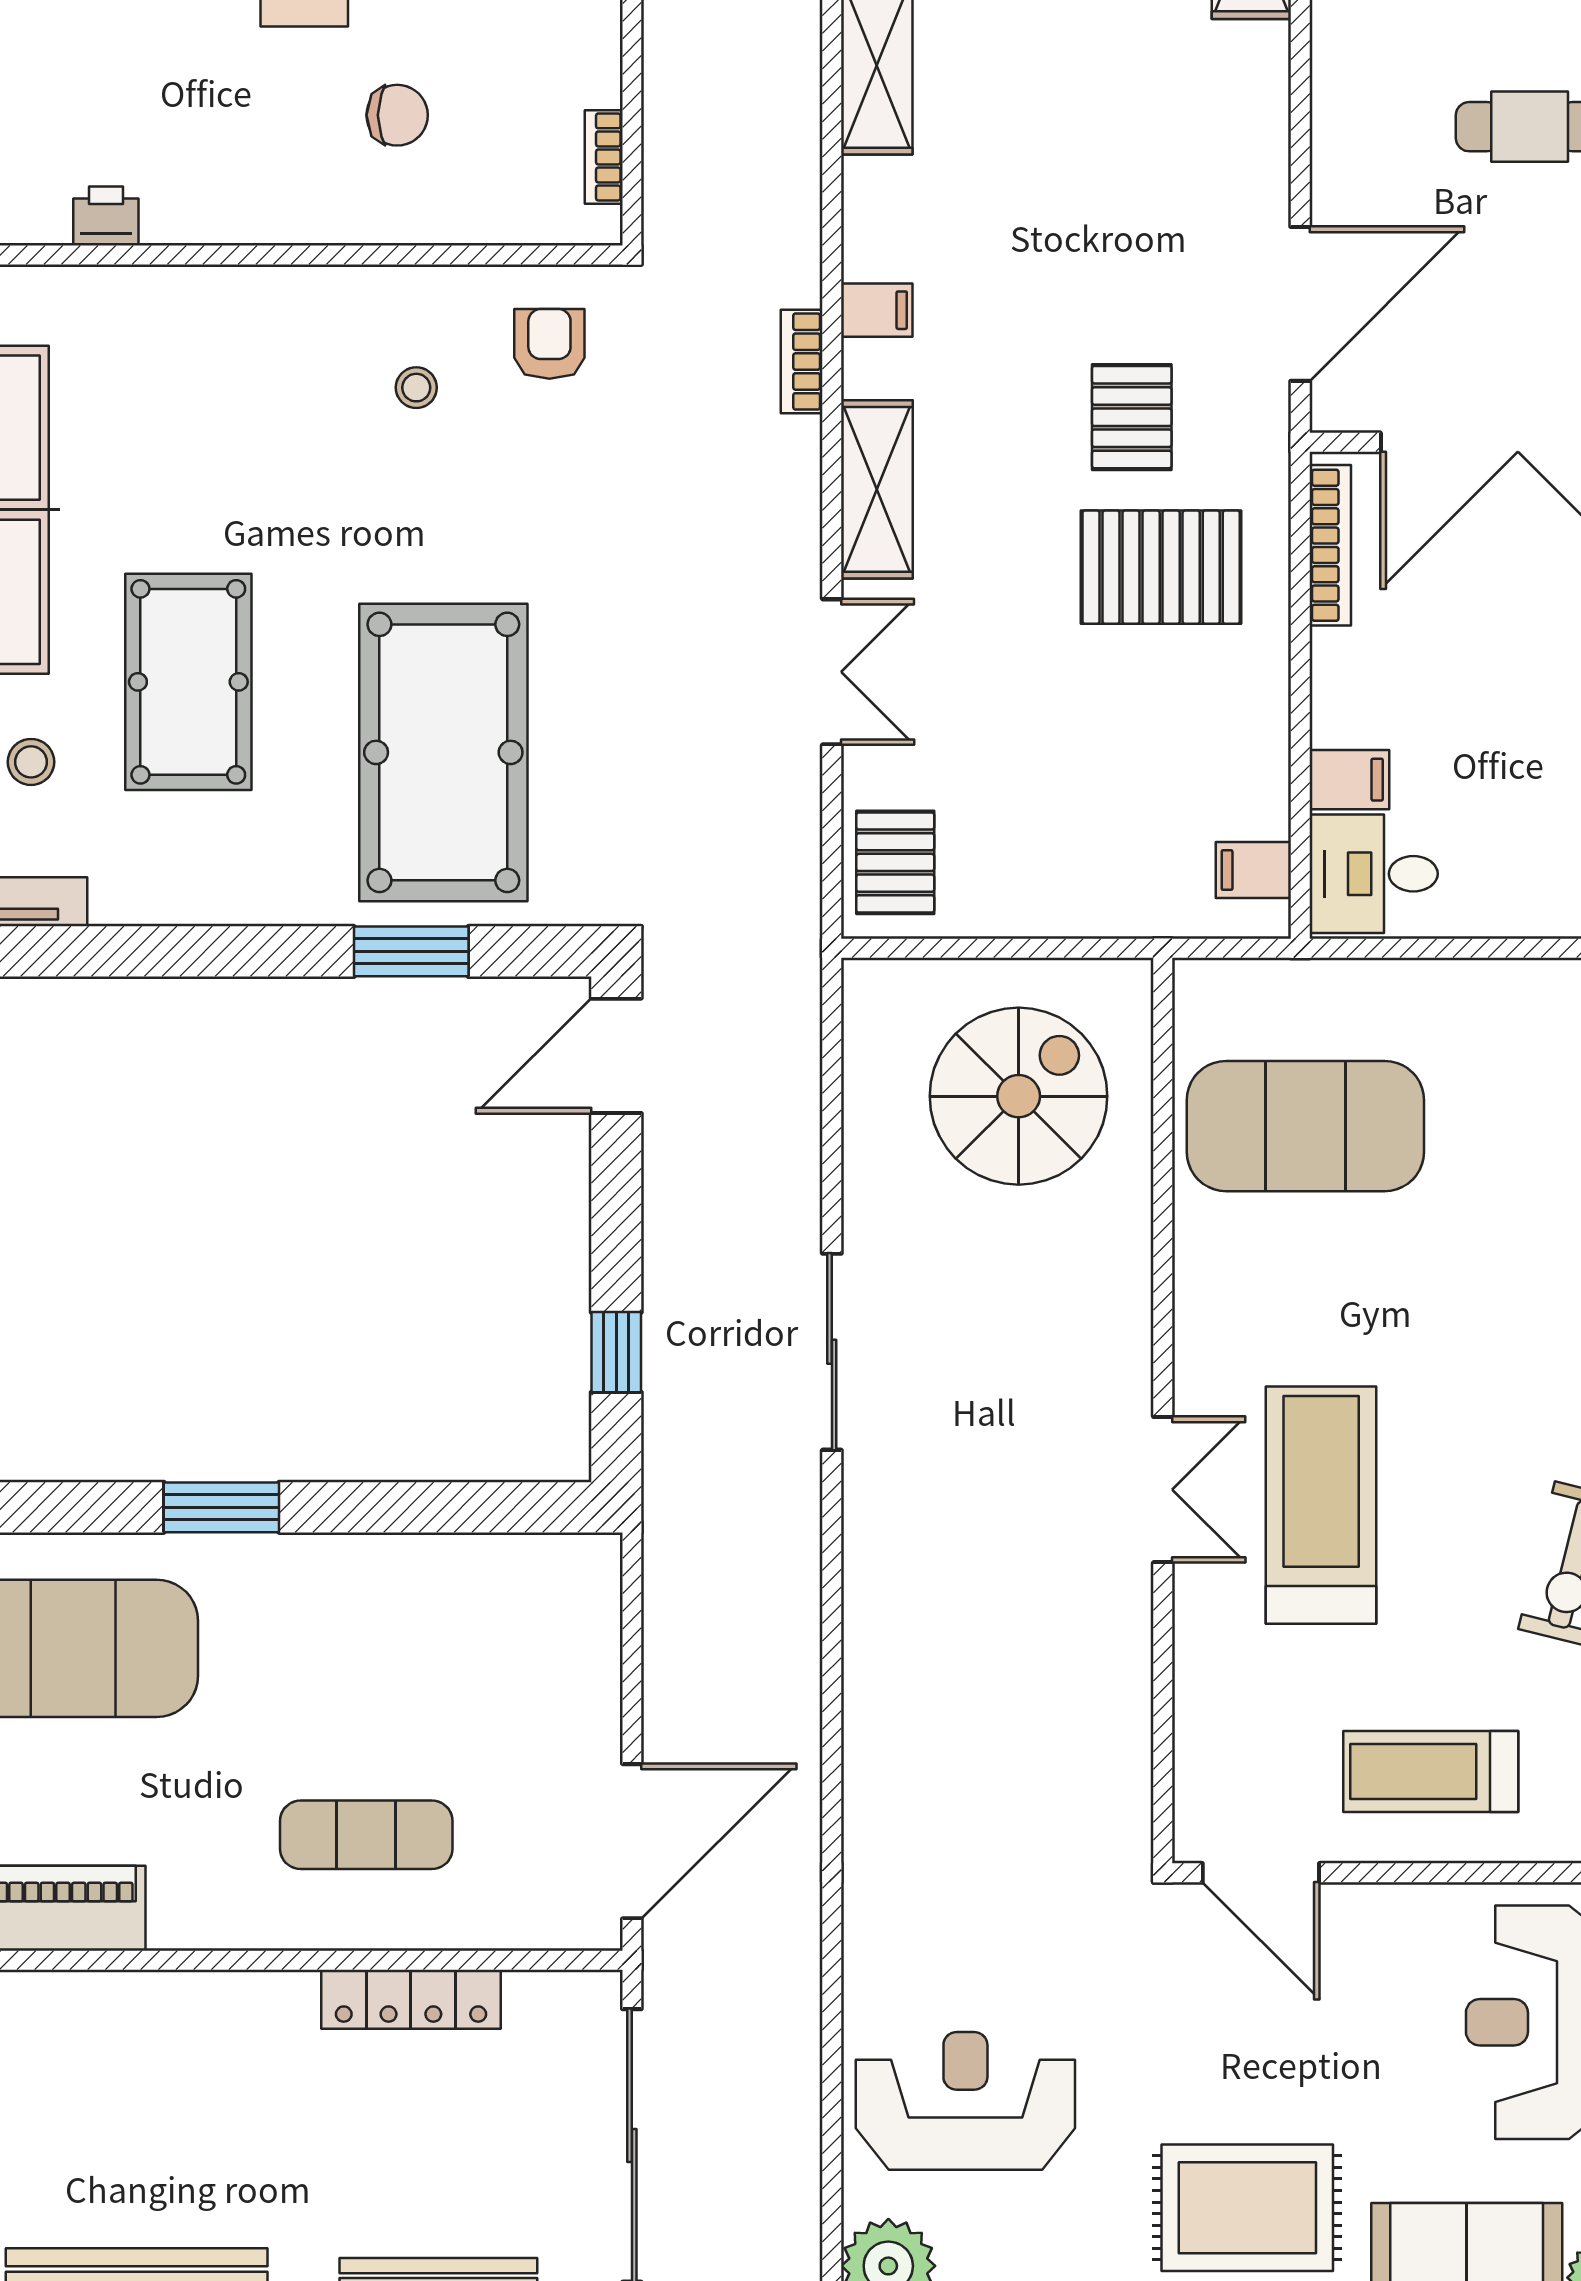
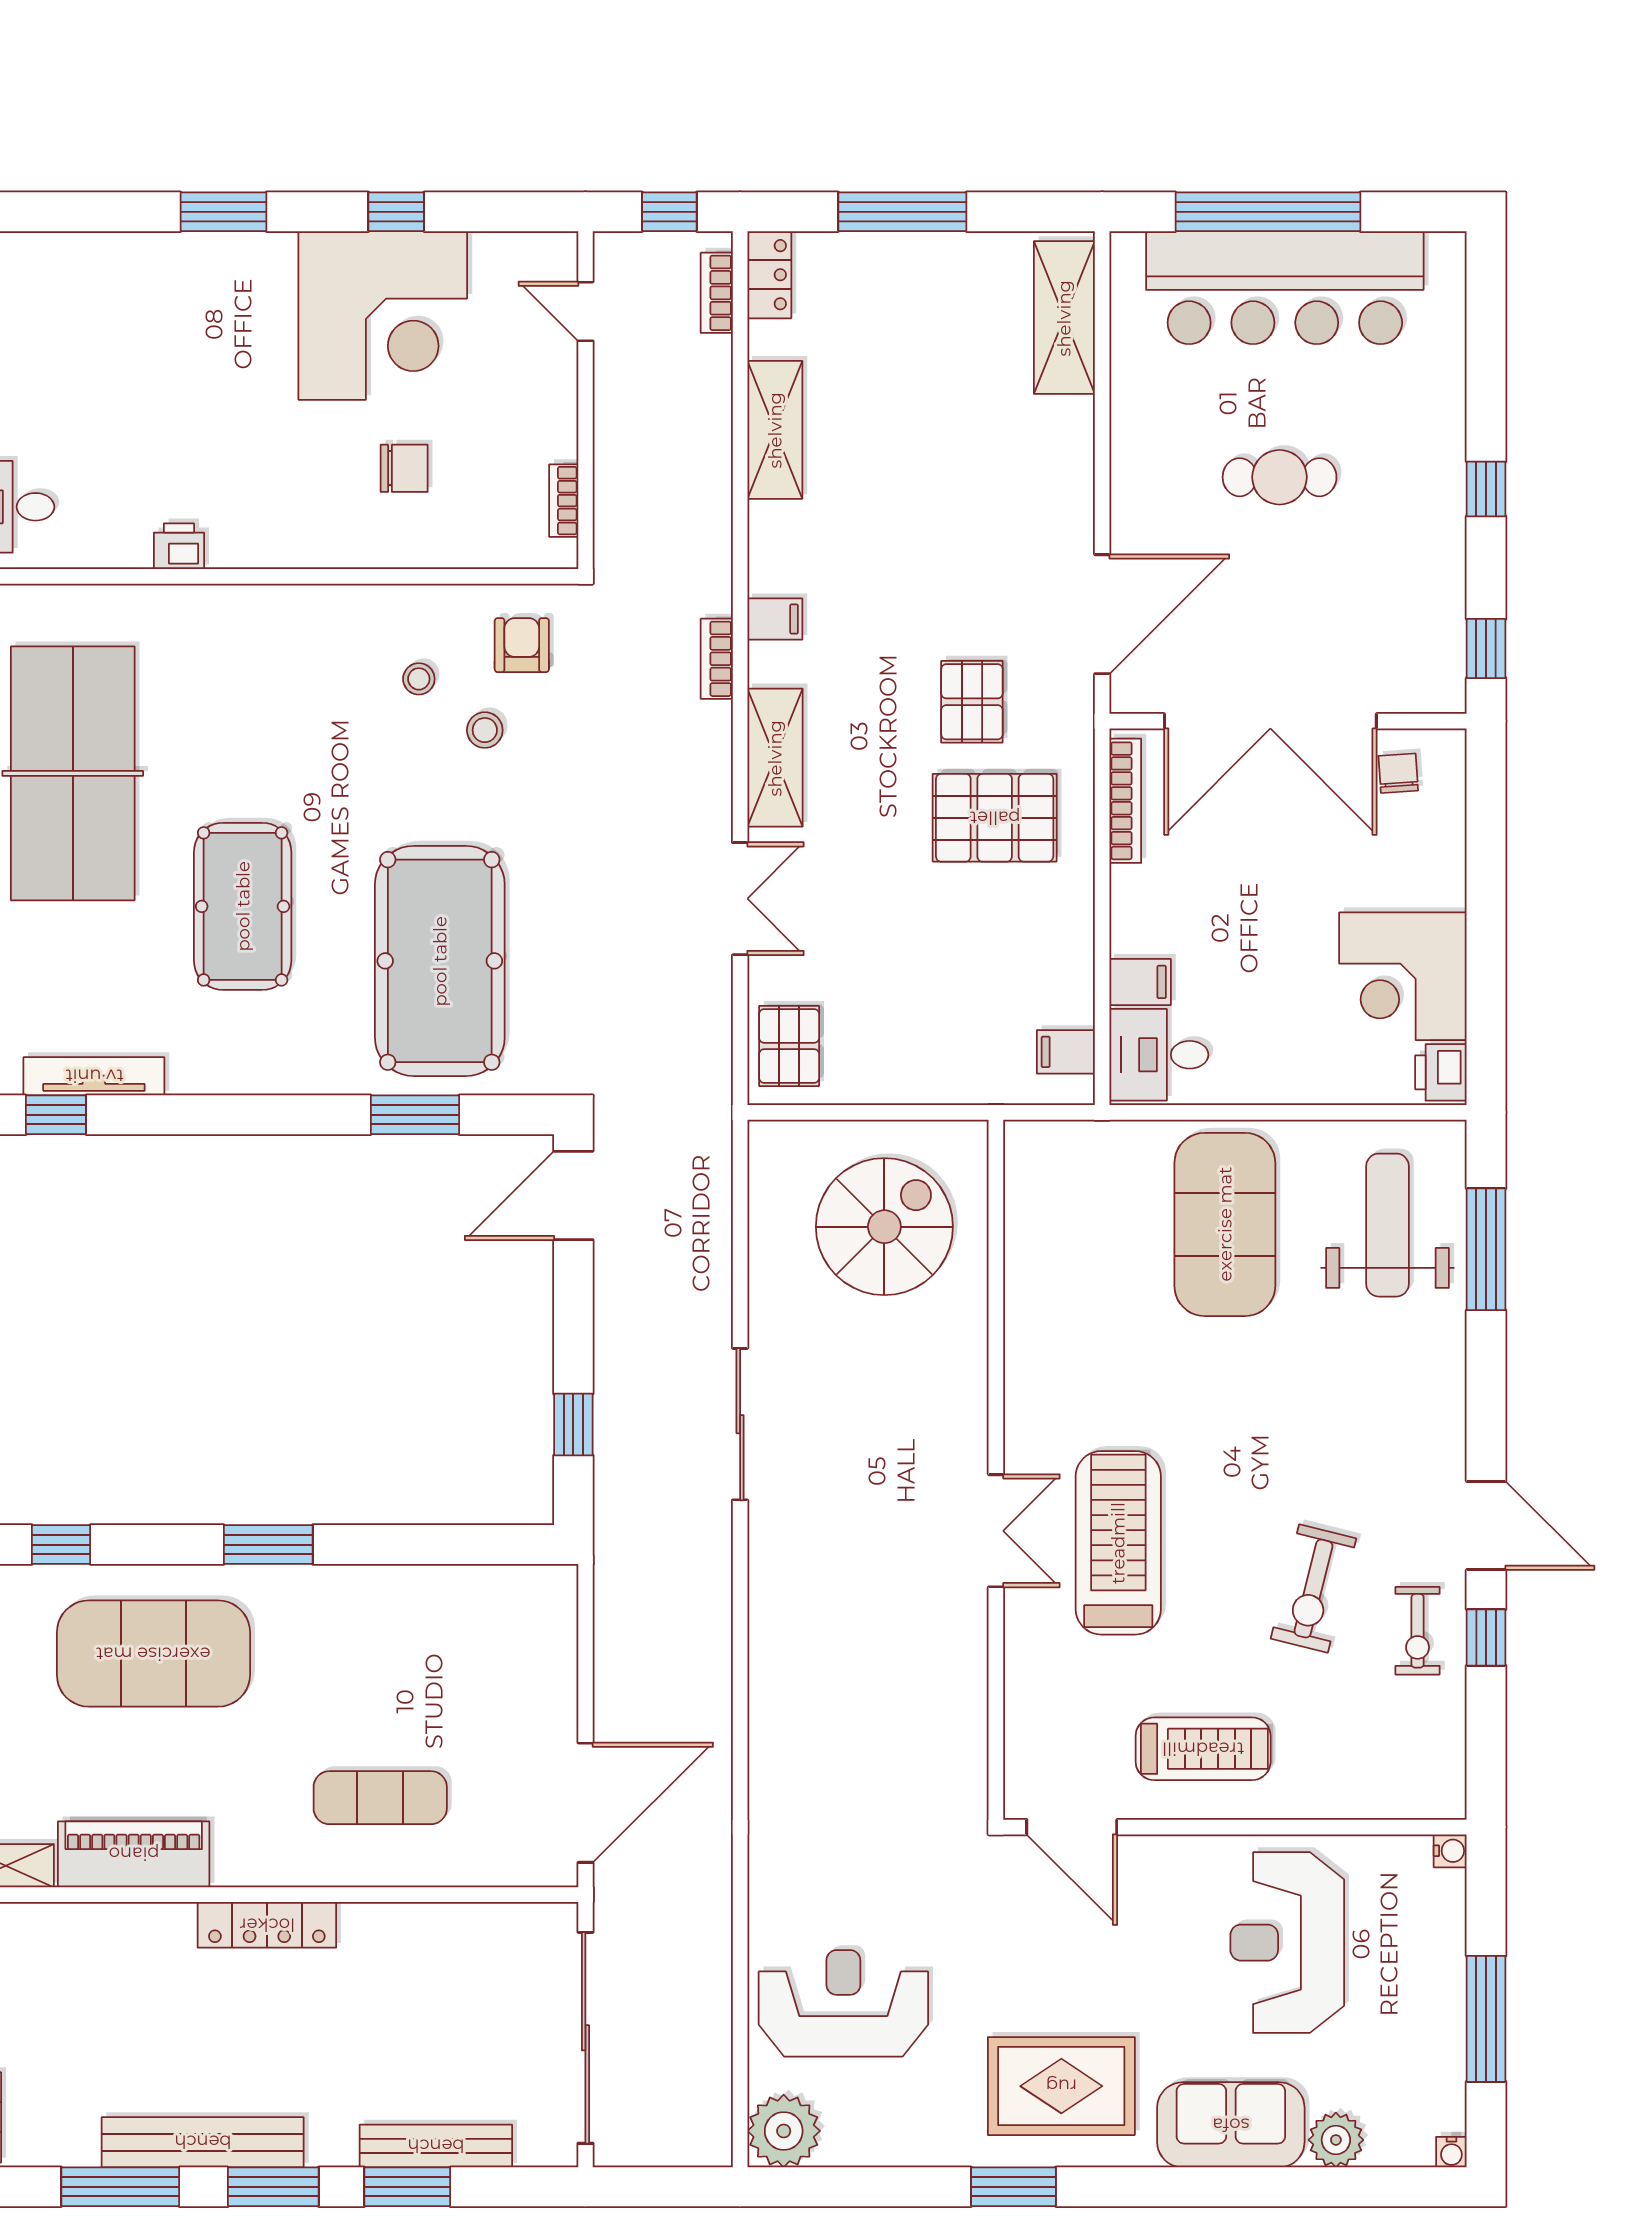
stool: (31, 762) -> (485, 730), moved
exercise mat: (1305, 1126) -> (1225, 1224), moved, turned 90
treadmill: (1431, 1772) -> (1203, 1749), turned 180
locker: (411, 1999) -> (267, 1925), moved

